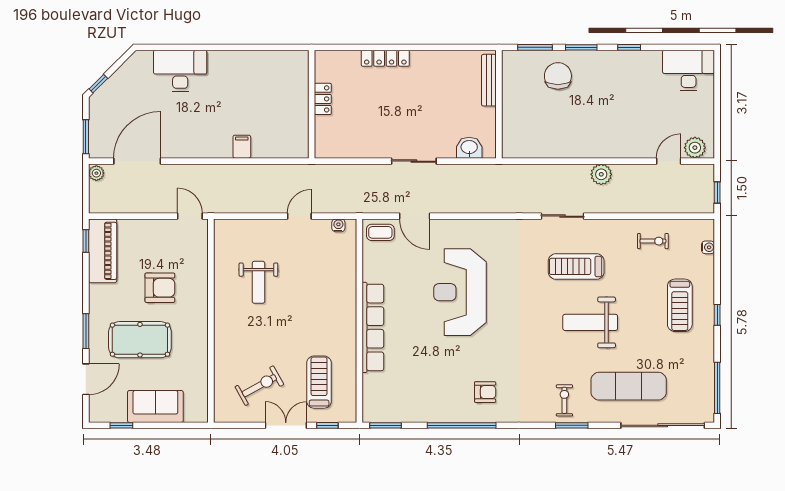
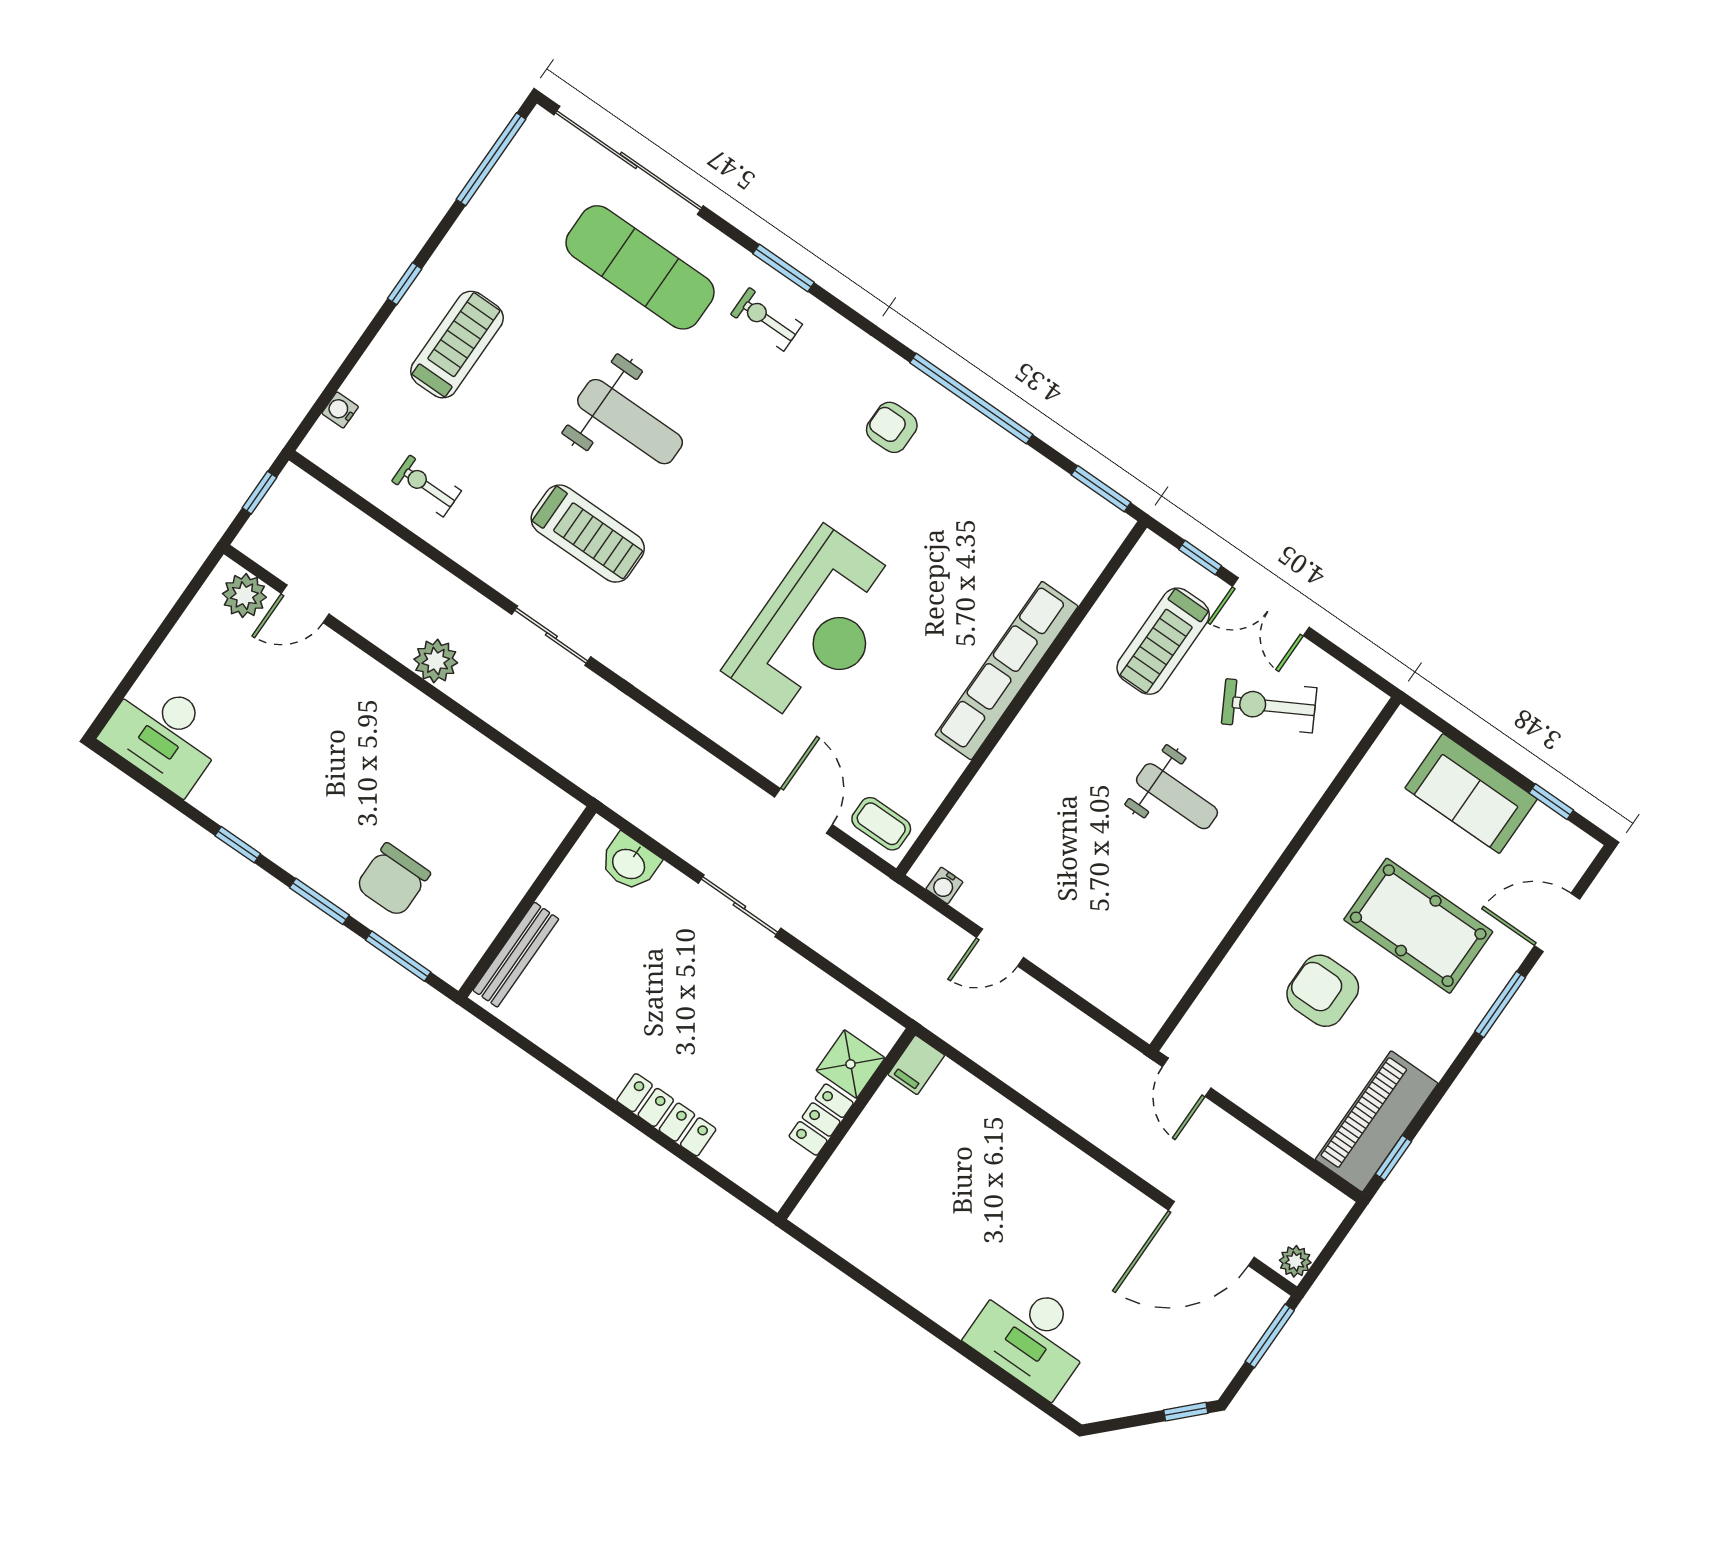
shower: (326, 129) -> (850, 1064), added
filing cabinet: (242, 147) -> (916, 1065), moved
weight bench: (258, 282) -> (1177, 796), moved, turned 90
exercise bike: (564, 400) -> (766, 319), turned 90

